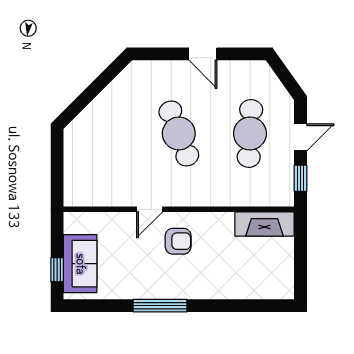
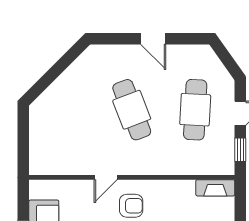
fireplace: (265, 224) -> (215, 188), width x0.73, depth x0.76

